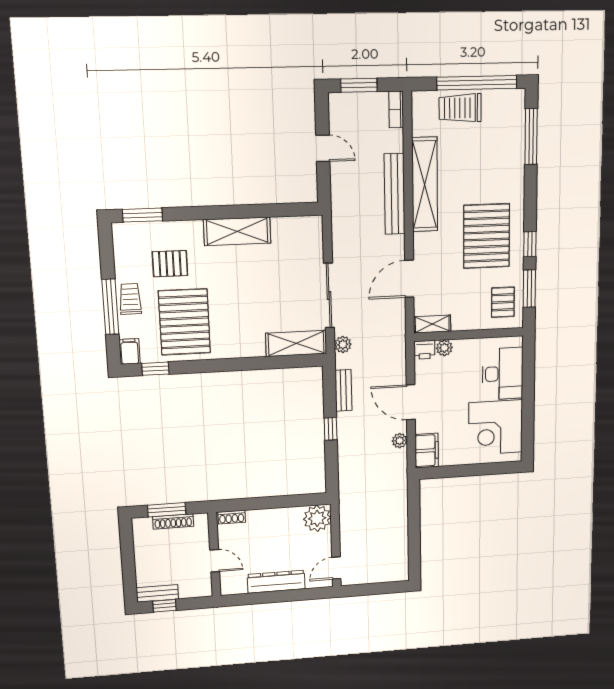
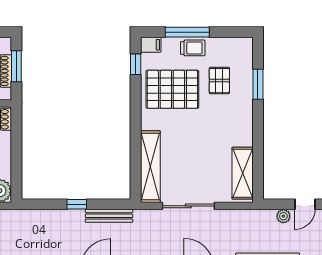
window: (143, 215) -> (258, 84), moved
shelving: (237, 231) -> (243, 173), moved
shelving: (296, 343) -> (150, 167), width x1.47
plant: (343, 344) -> (283, 216), moved
bench: (344, 390) -> (109, 216), width x1.36

